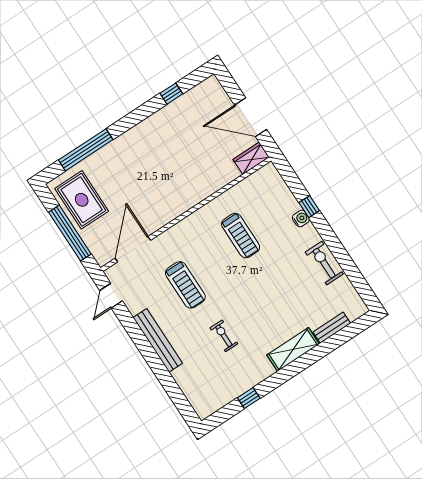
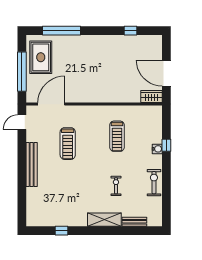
exercise bike: (224, 336) -> (116, 186), moved

